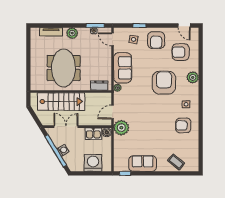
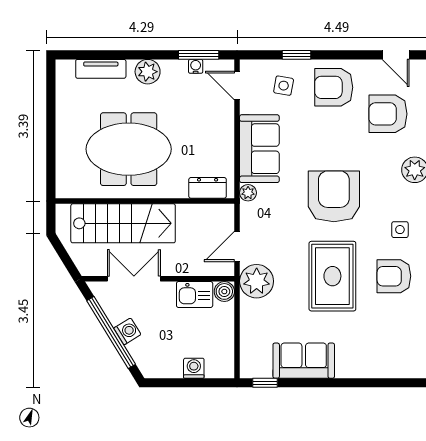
armchair: (156, 40) -> (334, 87), turned 90
meeting table: (64, 68) -> (129, 149), turned 90
armchair: (164, 83) -> (334, 196), moved
rug: (156, 125) -> (332, 276), added
coffee table: (176, 162) -> (378, 357), removed
washing machine: (93, 163) -> (194, 368), width x0.53, depth x0.53

